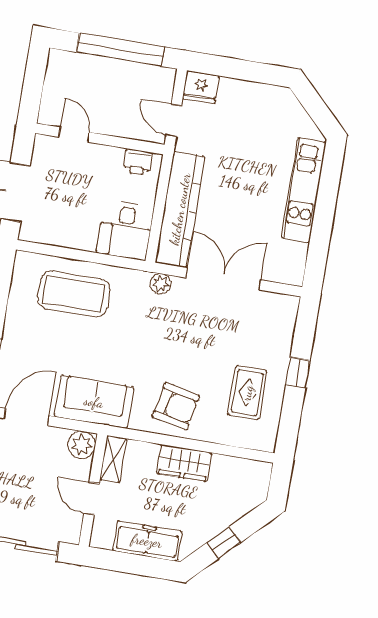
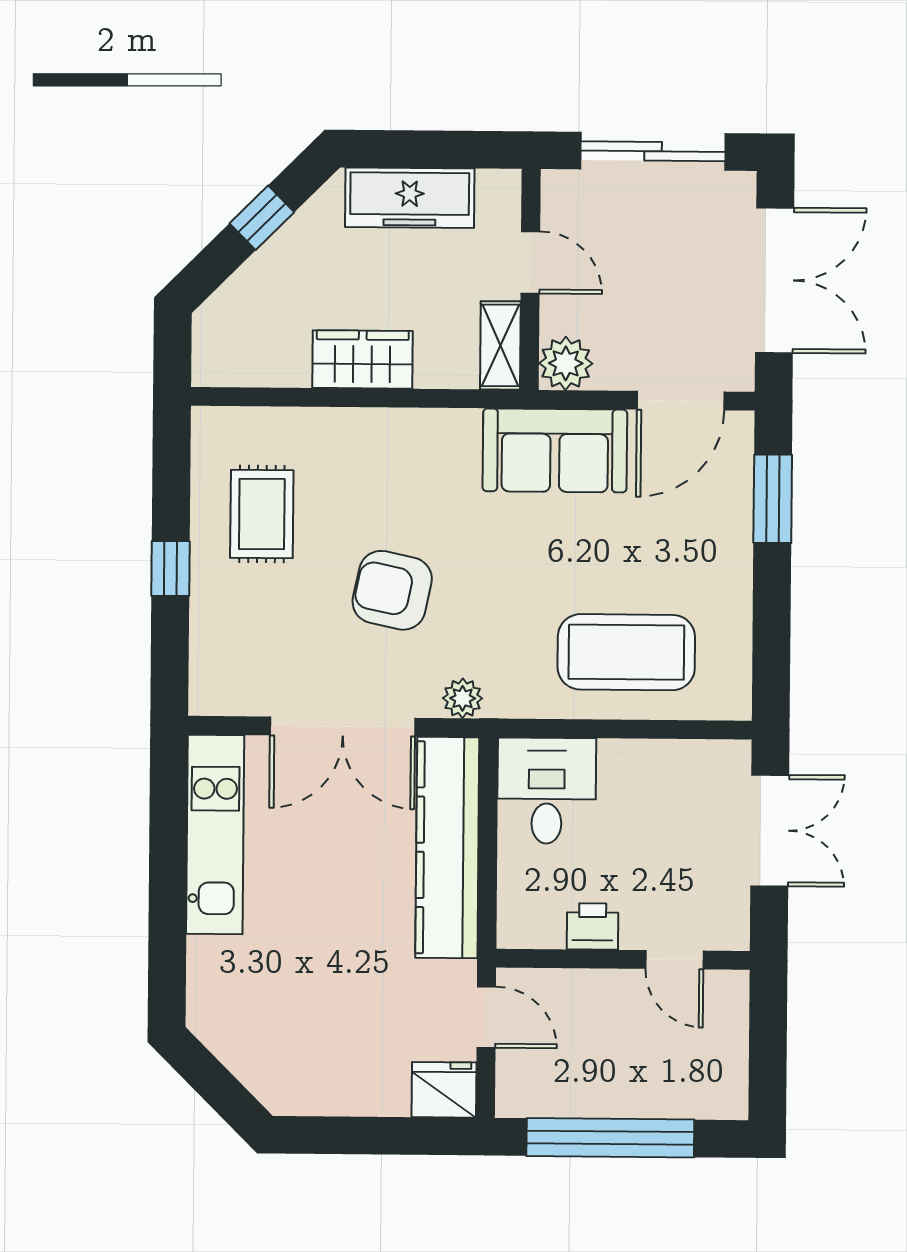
printer: (138, 162) -> (593, 926), moved
kitchen unit: (304, 190) -> (215, 835), moved
armchair: (176, 406) -> (392, 590), moved

